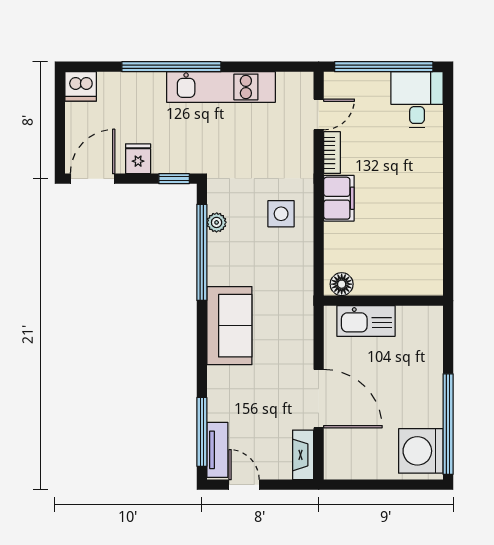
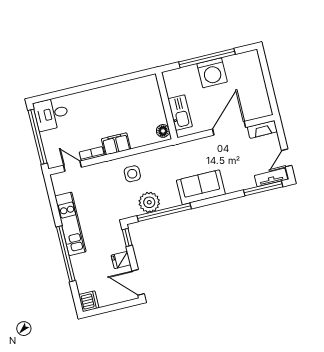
plant: (217, 222) -> (149, 202), width x1.88, depth x1.88
window: (448, 424) -> (207, 58), moved
washing machine: (421, 451) -> (212, 73), moved

